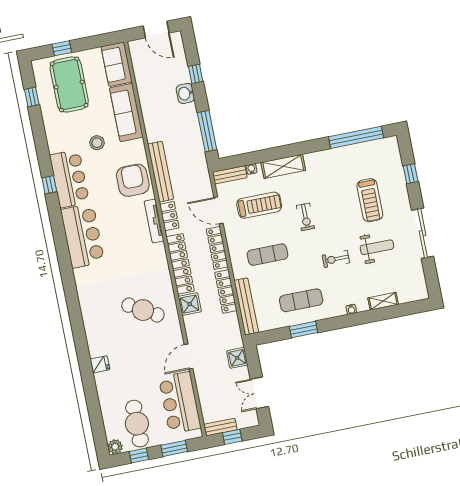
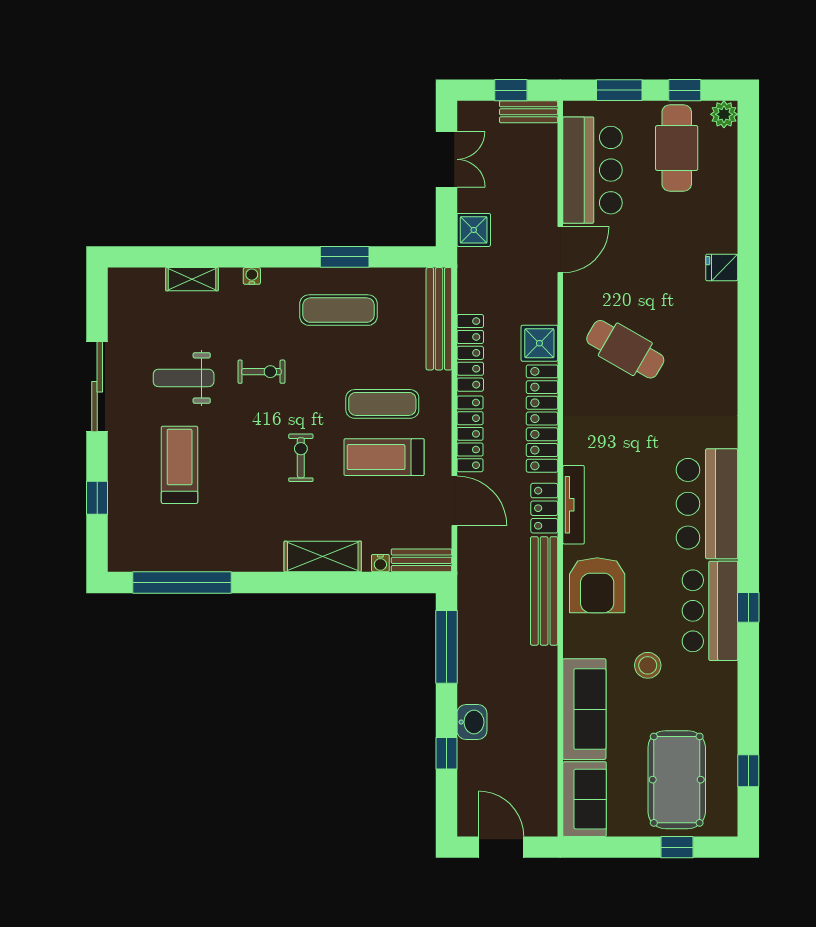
treadmill: (259, 205) -> (384, 457), moved

